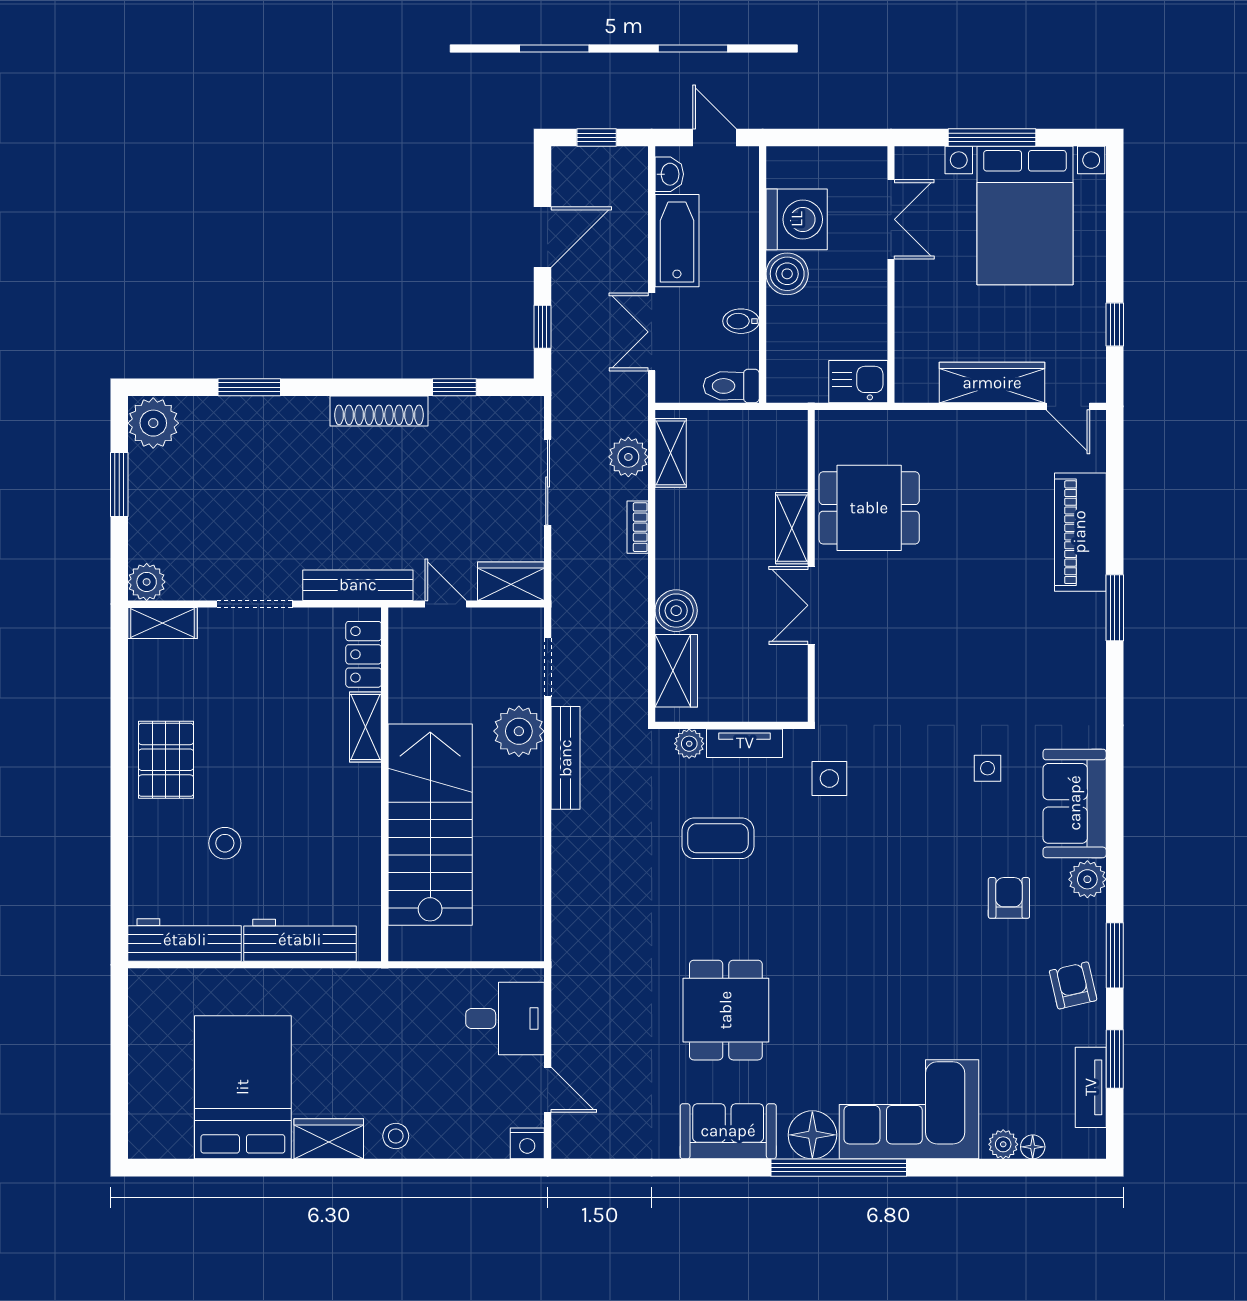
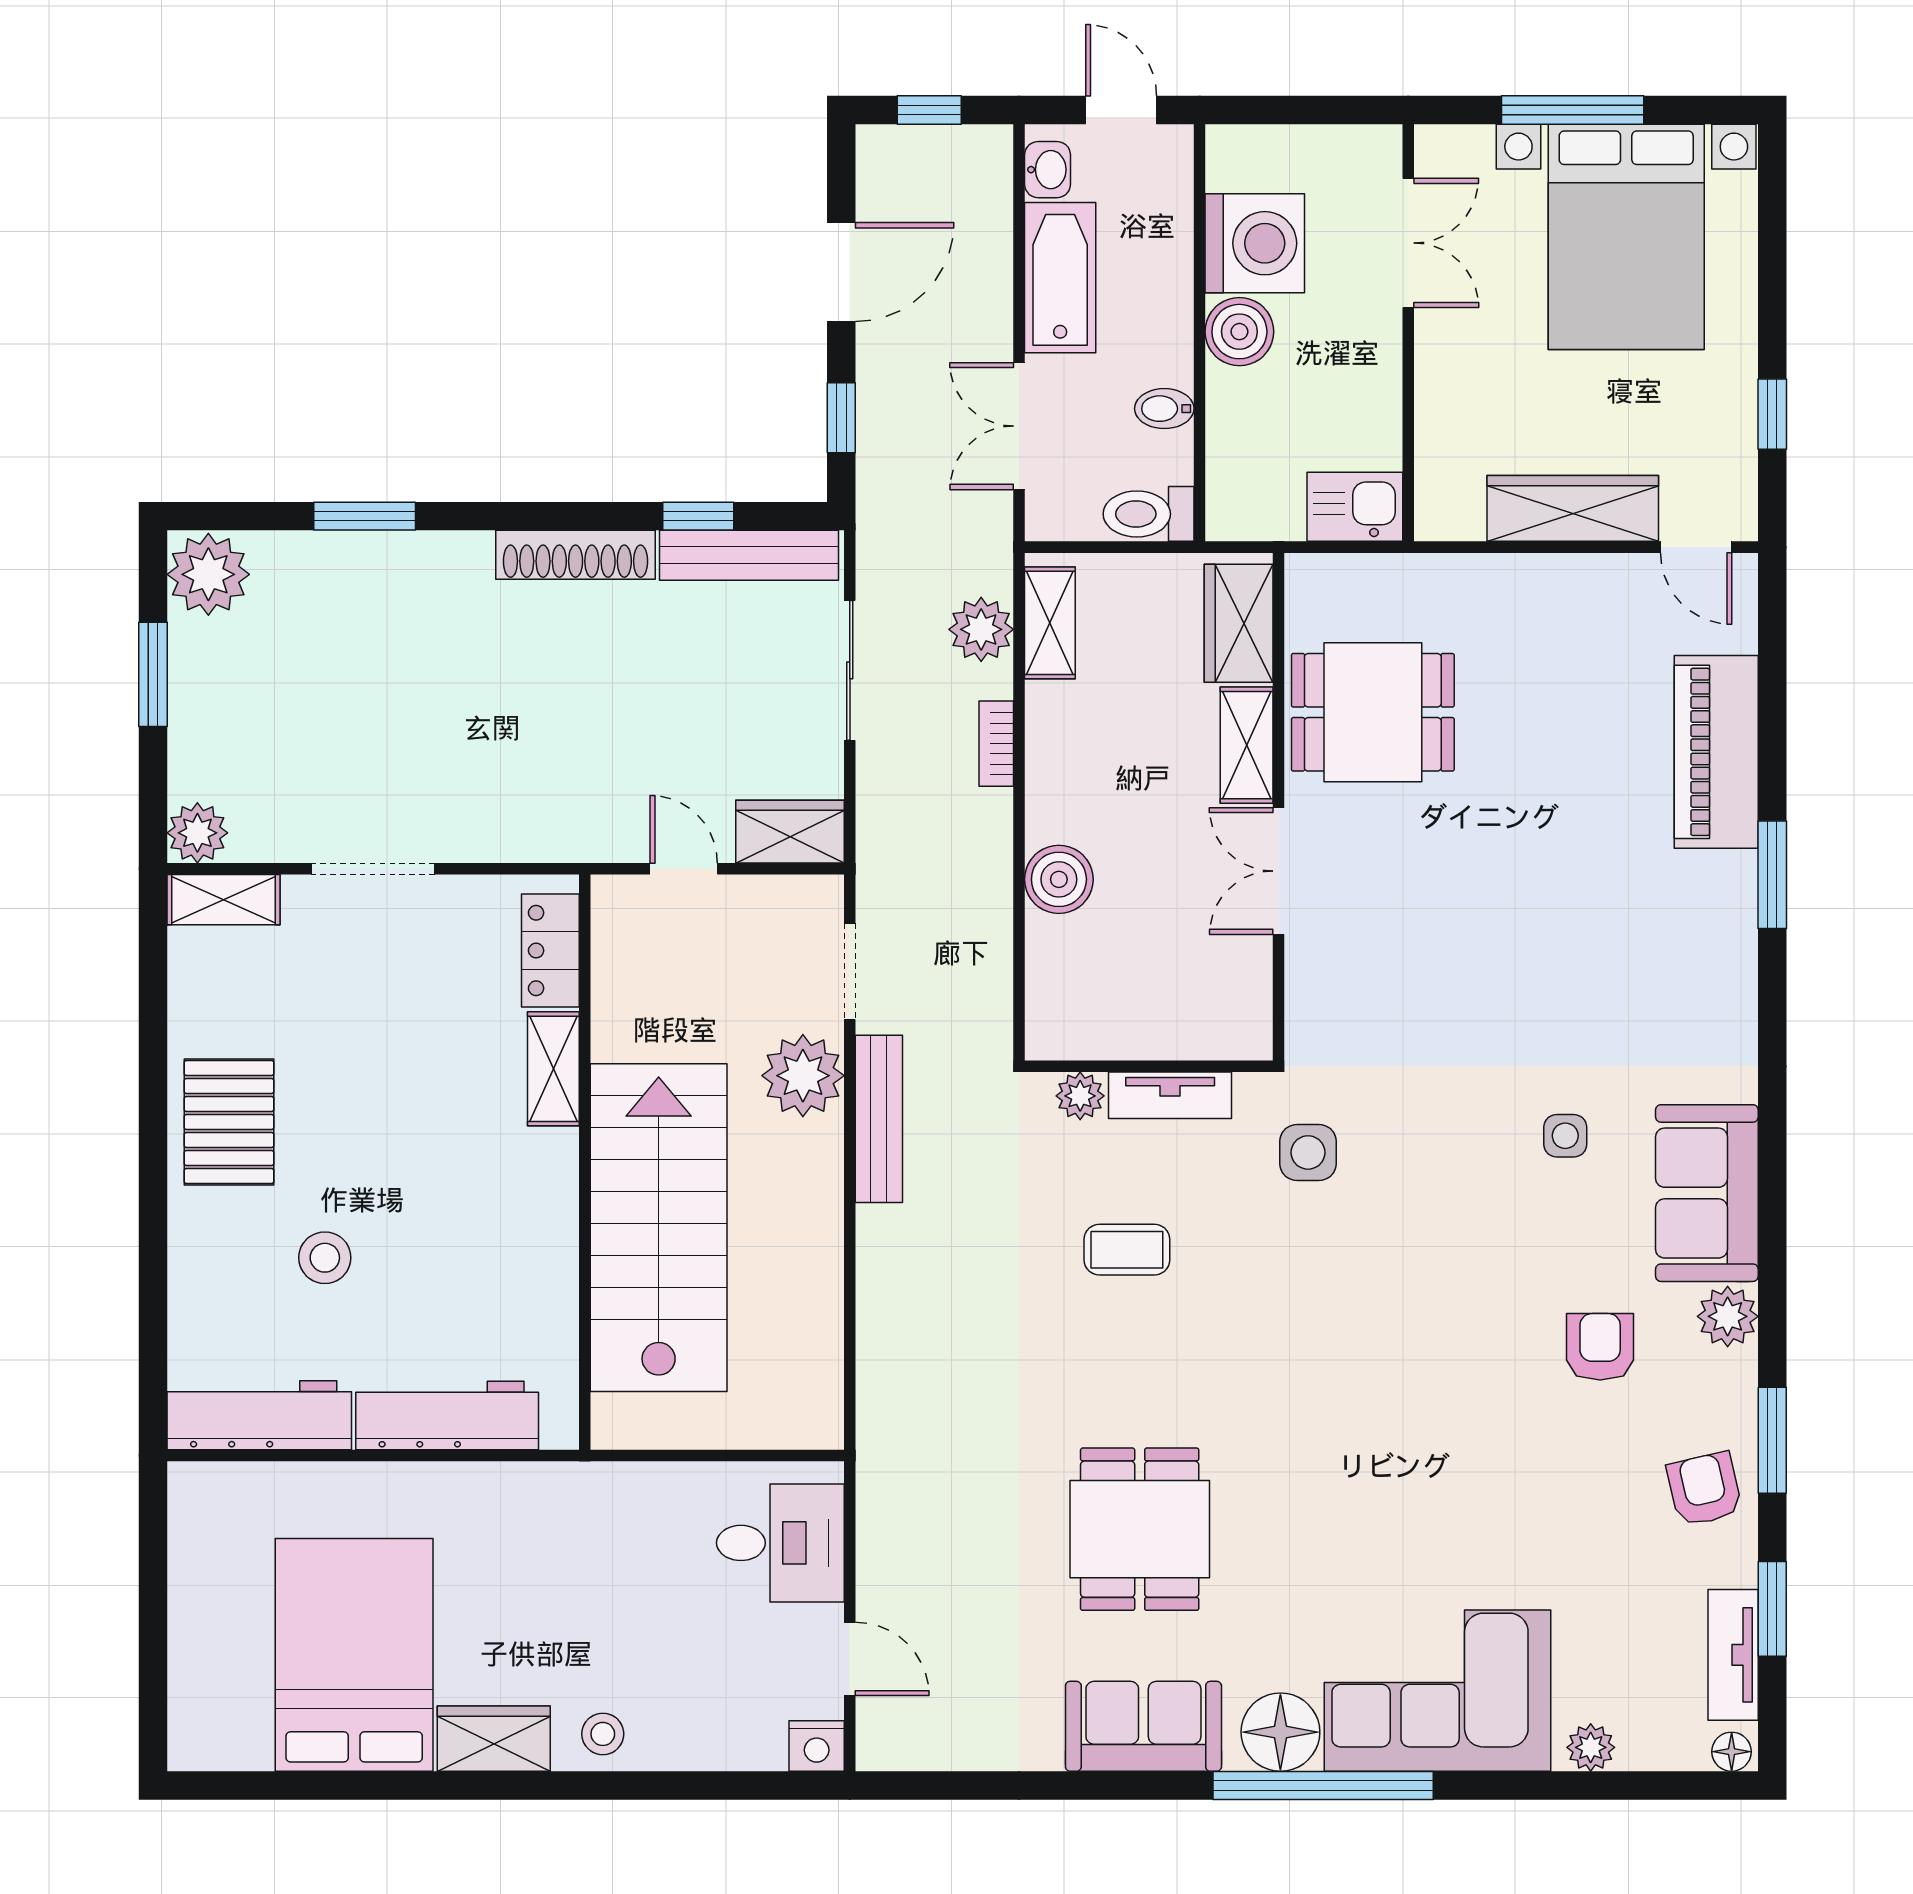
bench: (358, 585) -> (749, 555), moved
wardrobe: (676, 671) -> (1239, 623), moved, turned 180
coffee table: (718, 838) -> (1127, 1250), width x0.73, depth x0.77
floor lamp: (1033, 1147) -> (1732, 1752), moved

